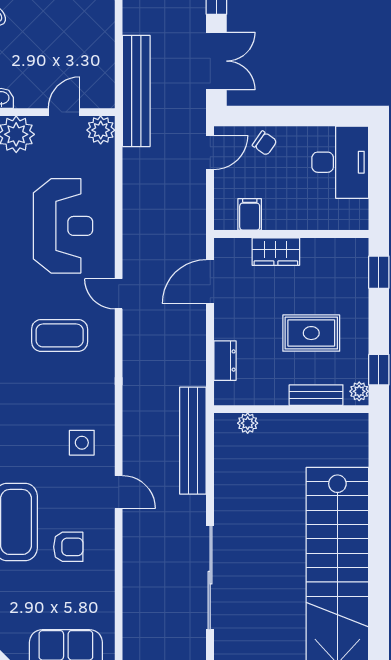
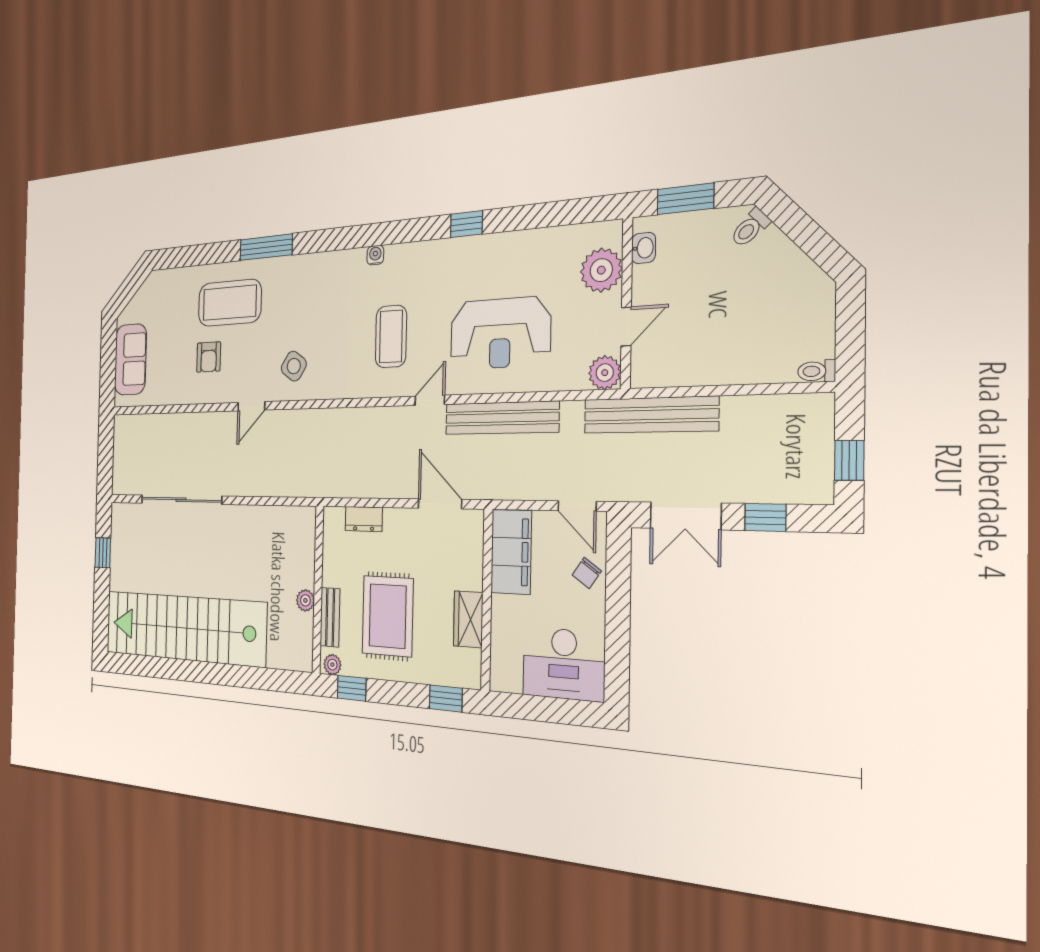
door: (64, 112) -> (626, 327), hinge flipped
filing cabinet: (250, 214) -> (511, 552), width x3.00, depth x1.17
wardrobe: (276, 252) -> (468, 619), moved
rug: (311, 333) -> (388, 616), width x1.36, depth x1.43
plant: (248, 423) -> (305, 600), moved
bench: (193, 441) -> (501, 418), moved
side table: (82, 443) -> (294, 366), turned 35

